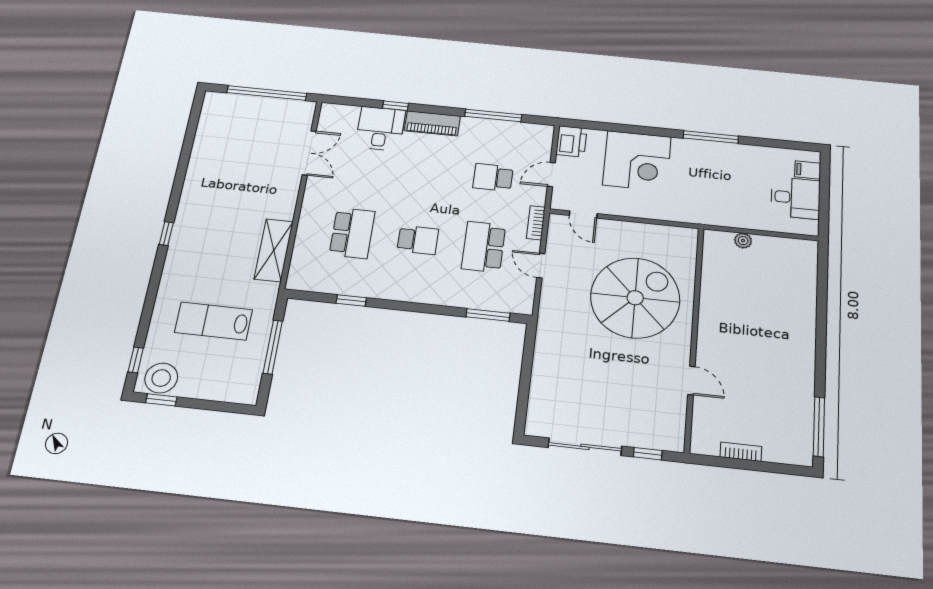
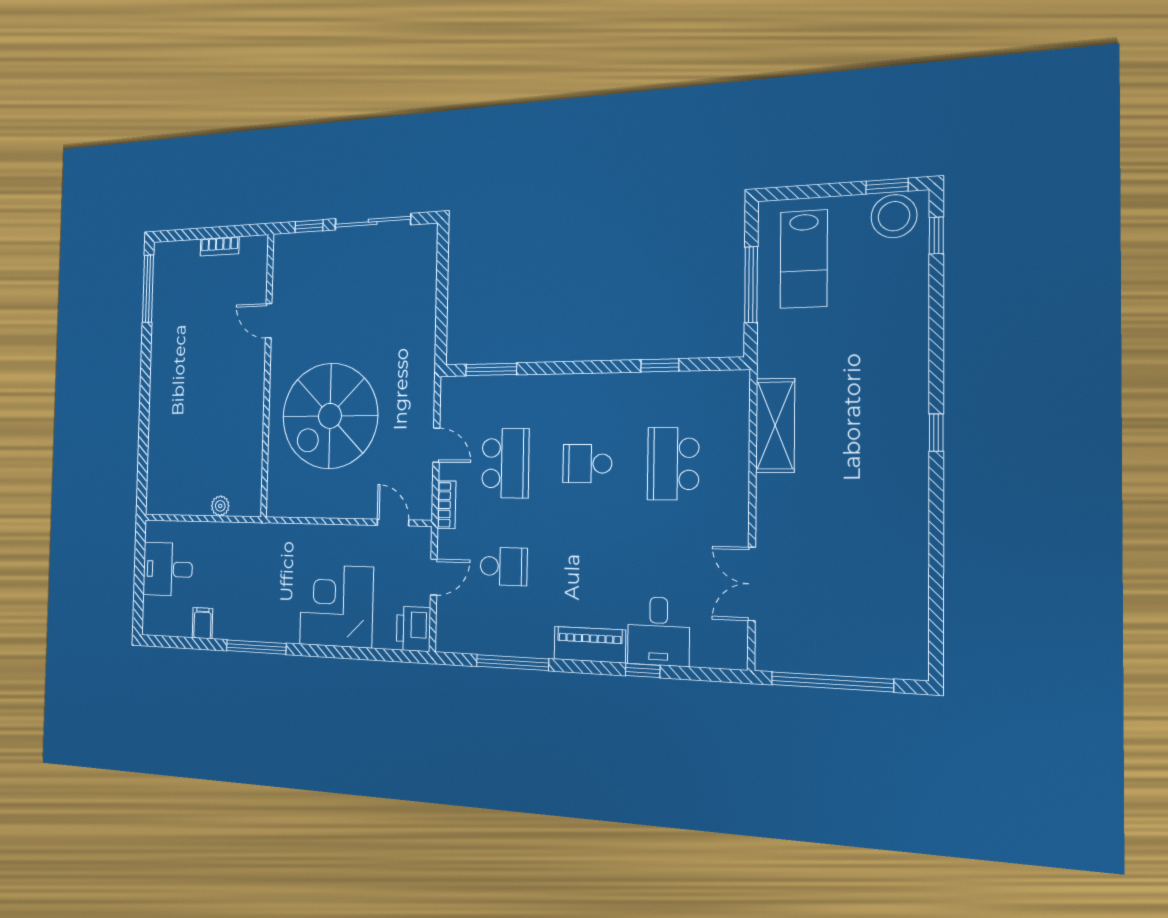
filing cabinet: (808, 170) -> (202, 623), moved, turned -90
lab bench: (214, 321) -> (804, 259), moved, turned 90

